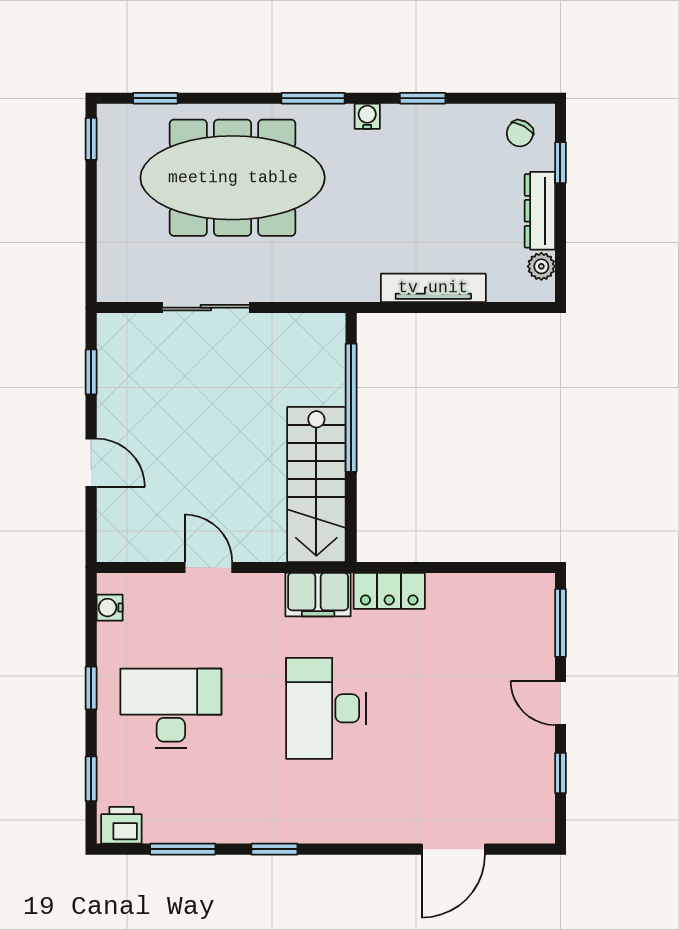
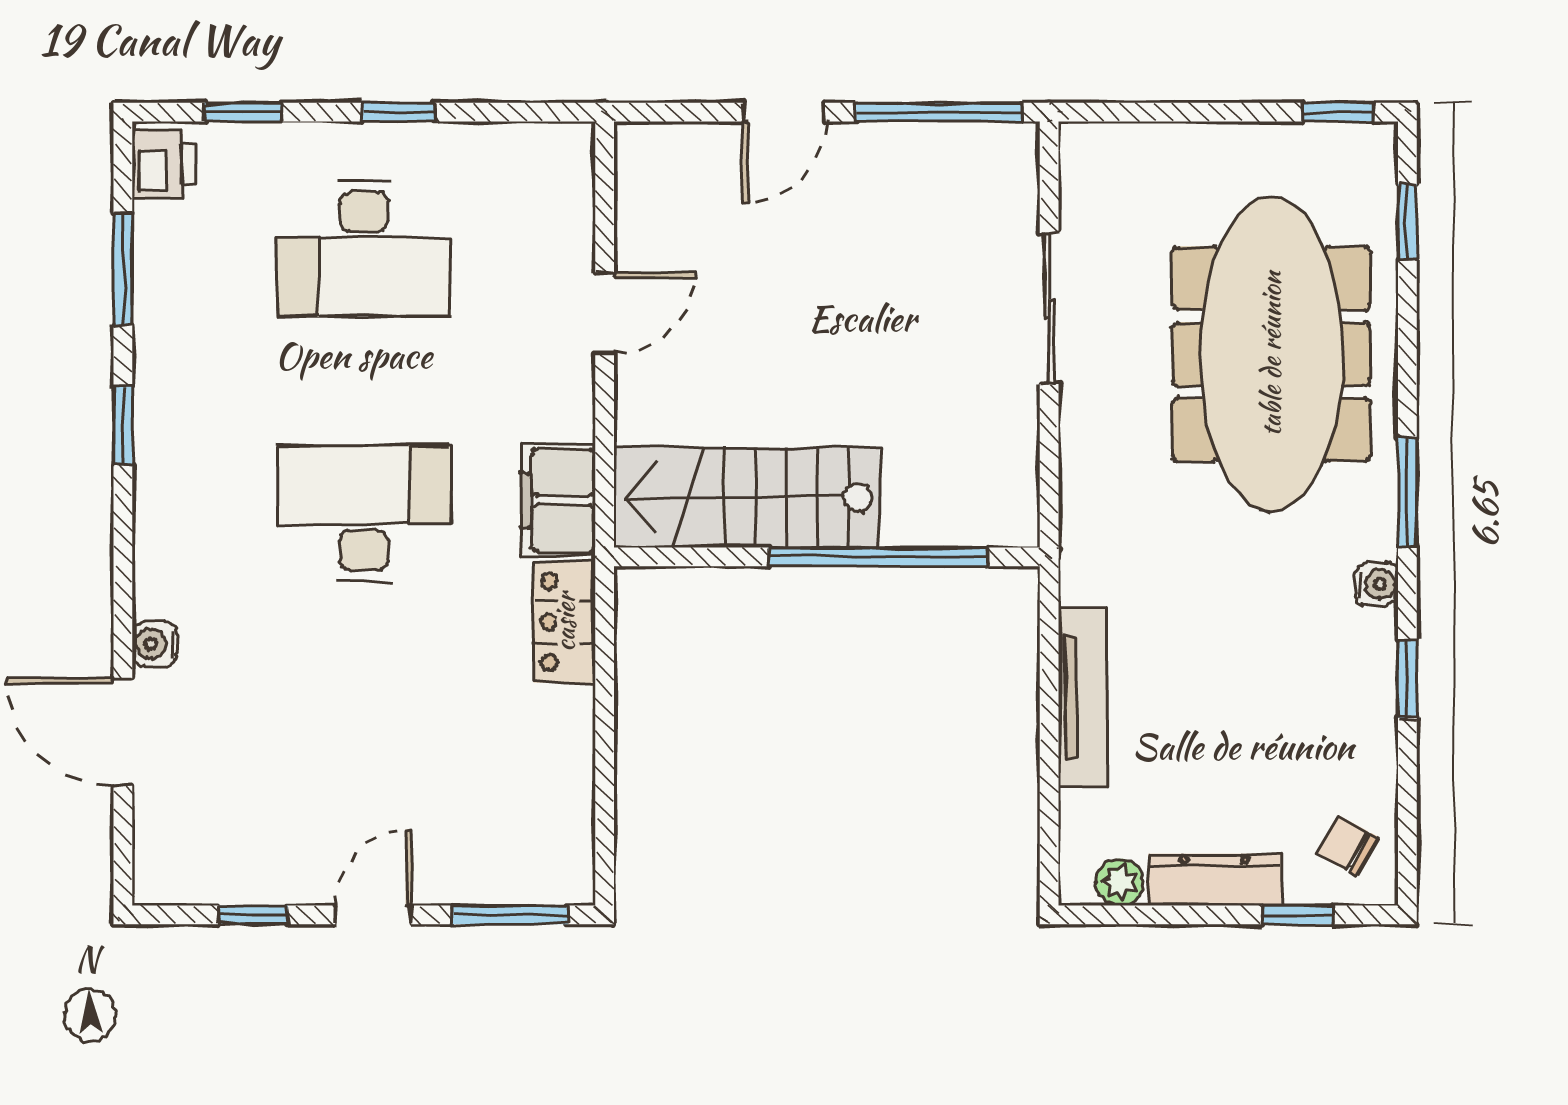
window: (91, 372) -> (939, 112), width x2.17
water cooler: (110, 608) -> (154, 644), moved, turned -90
desk: (171, 708) -> (364, 249), turned 90

